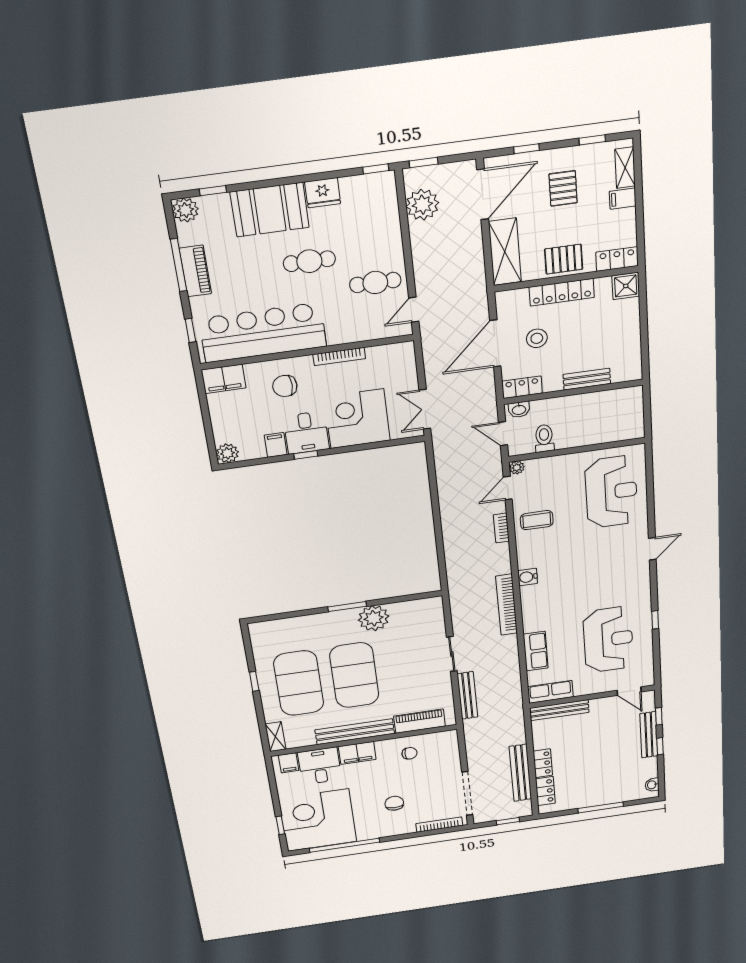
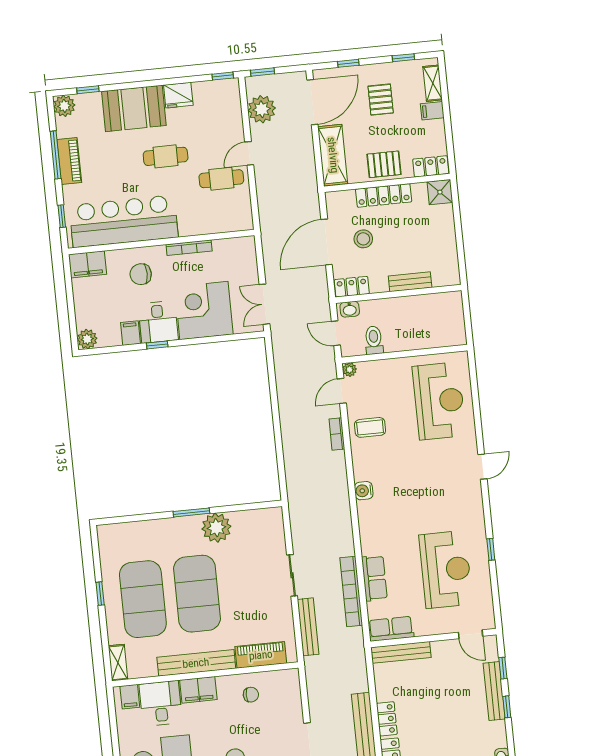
door: (414, 310) -> (249, 153), moved
bookcase: (507, 605) -> (351, 592), moved

